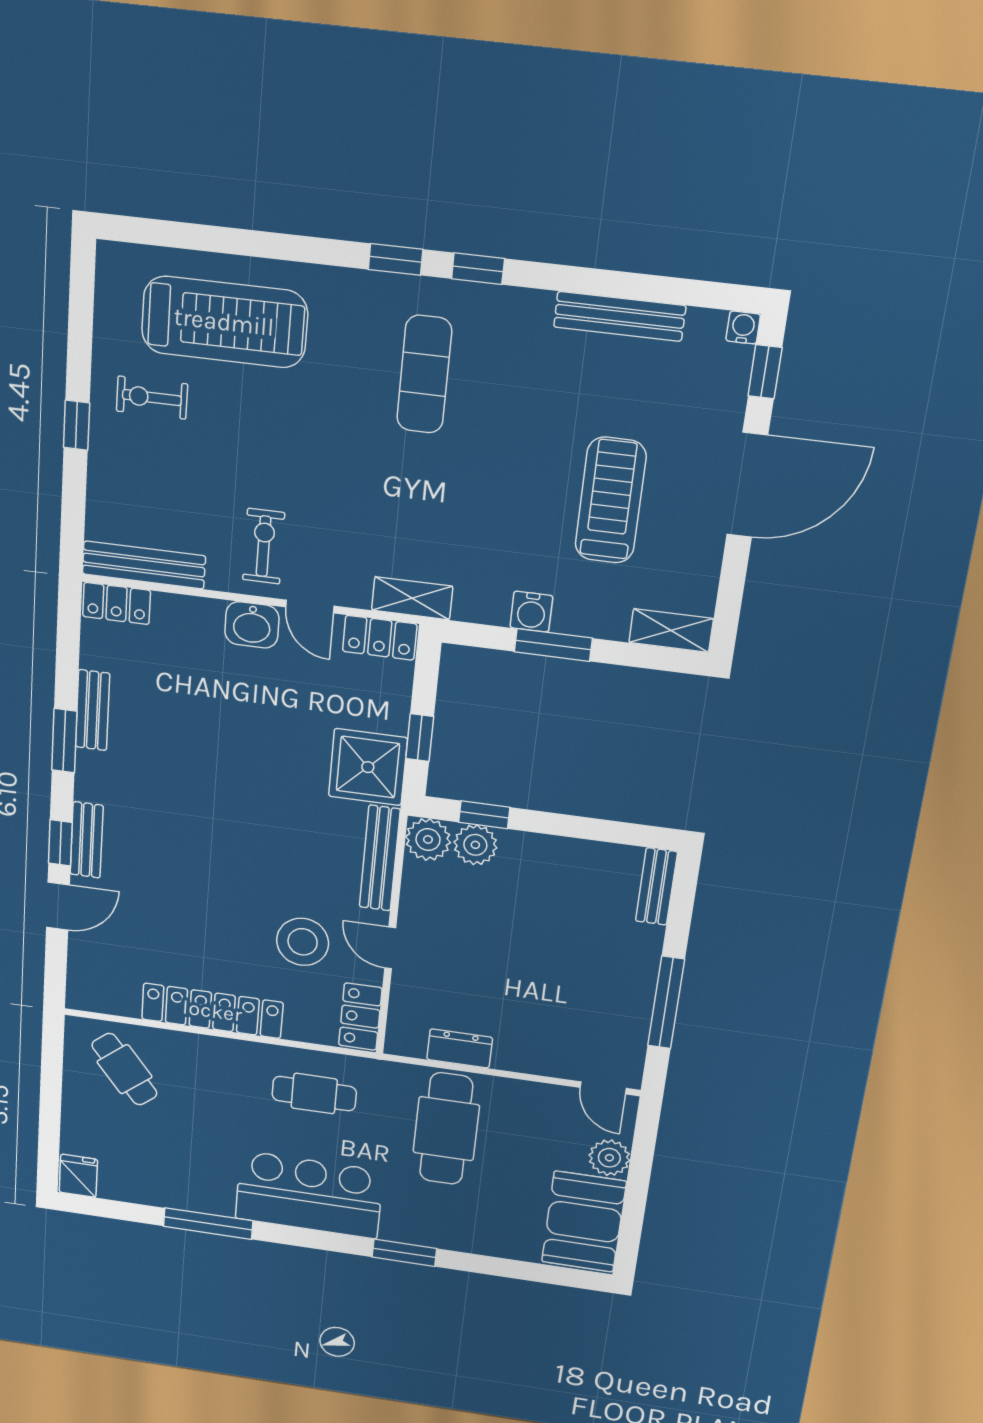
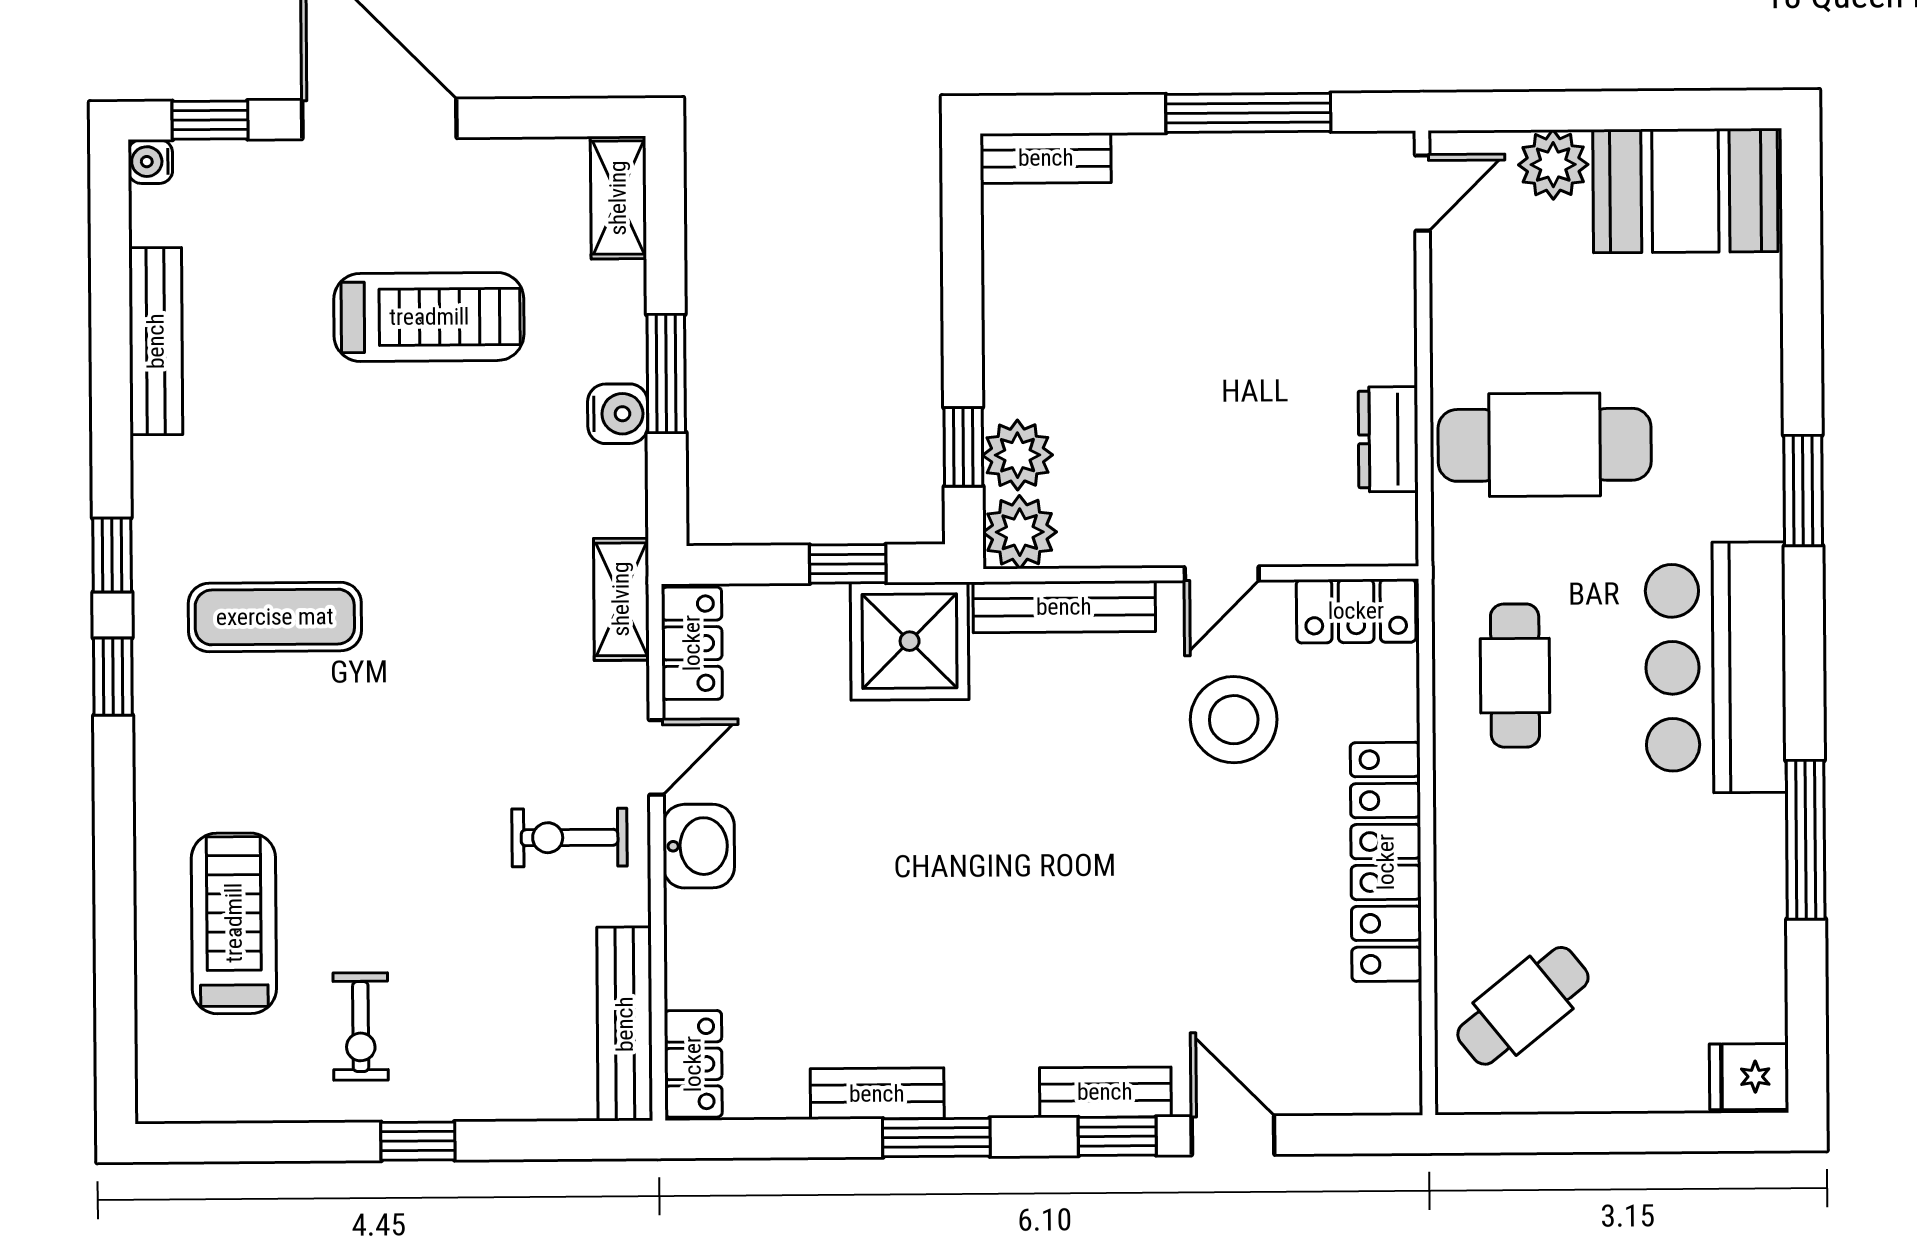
treadmill: (224, 322) -> (234, 923), width x0.73, depth x0.73
treadmill: (611, 500) -> (429, 317), turned 180

